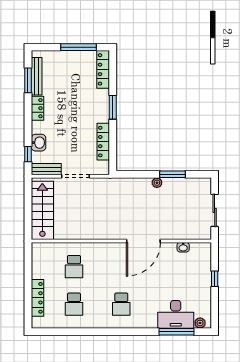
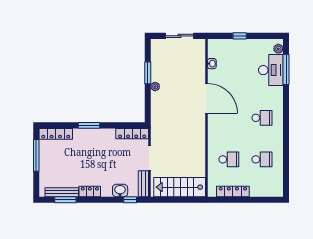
locker: (103, 142) -> (132, 134), moved
locker: (37, 298) -> (233, 191), moved

